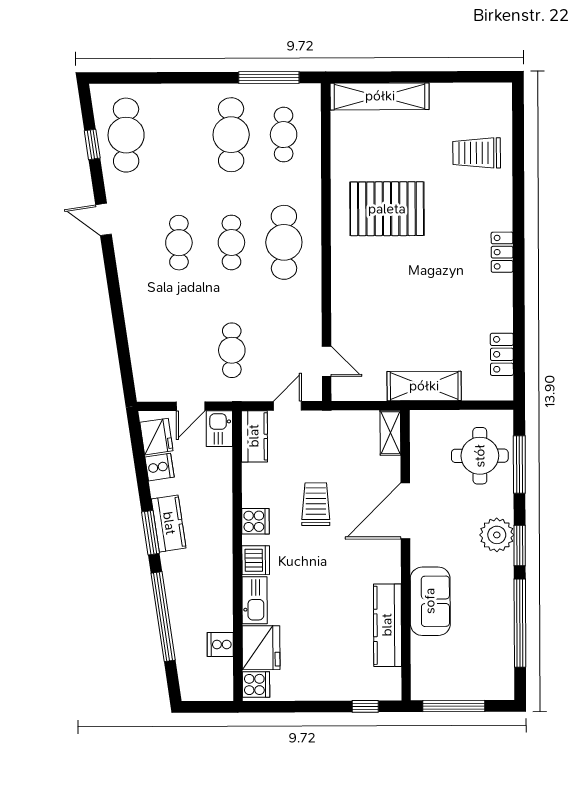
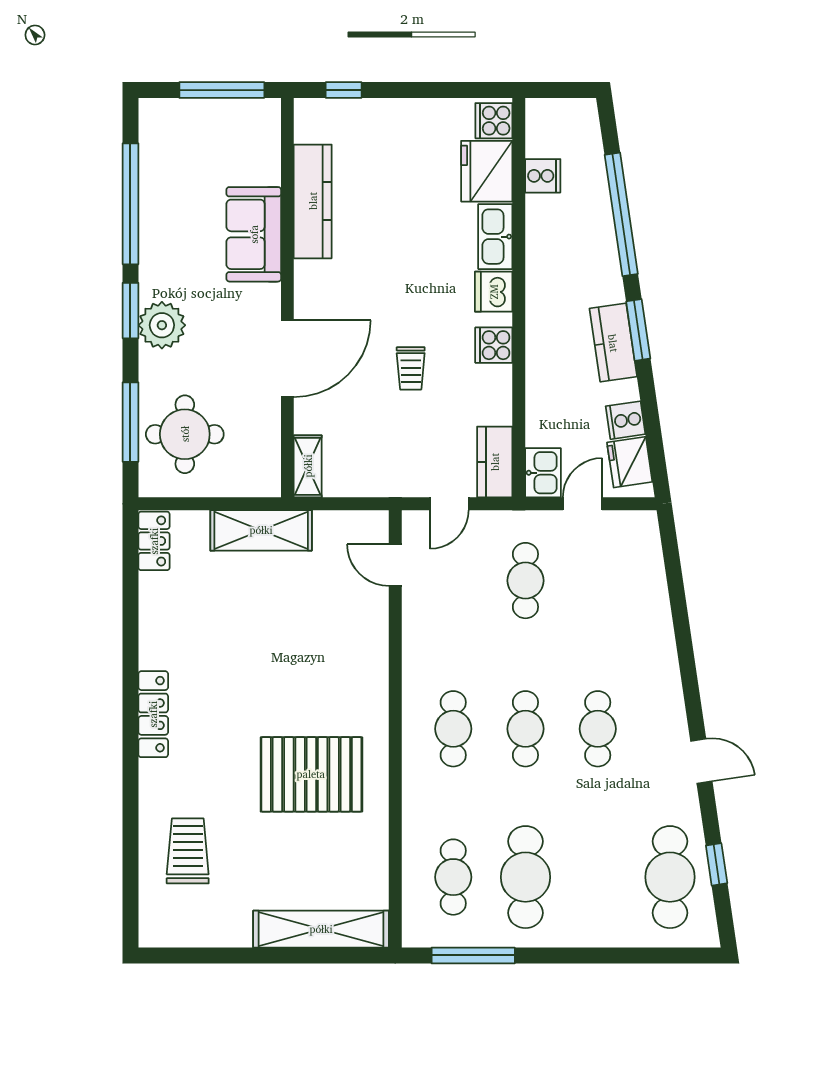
trolley: (477, 153) -> (188, 851), turned -90
cafe table: (284, 242) -> (453, 729), width x0.73, depth x0.74
locker: (502, 252) -> (153, 714), width x1.53
locker: (502, 354) -> (154, 541), moved
trolley: (316, 504) -> (411, 368), width x0.73, depth x0.72

